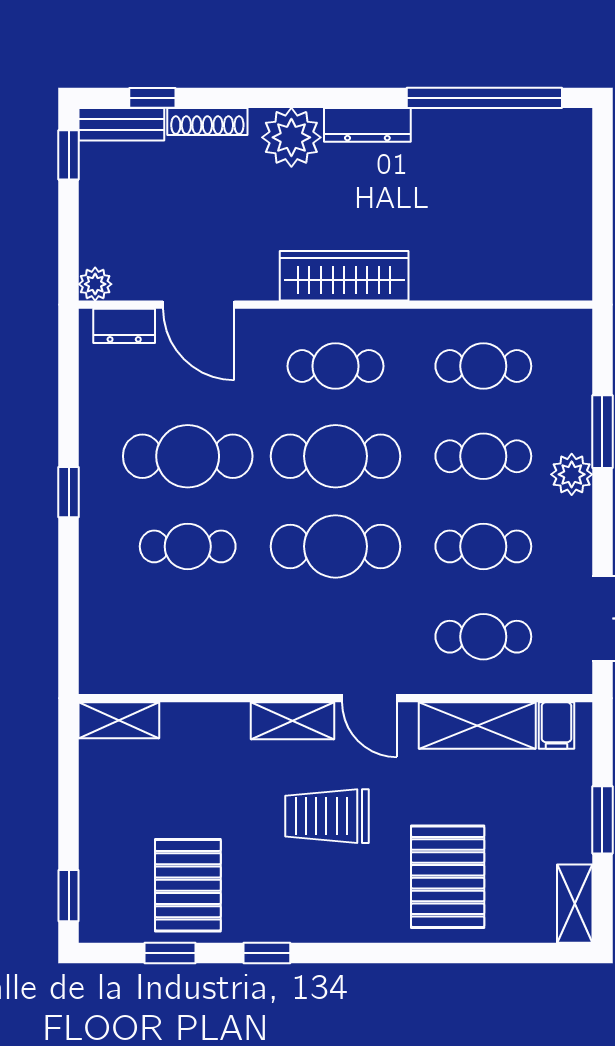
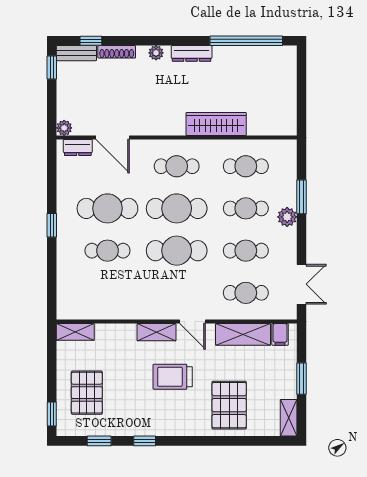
plant: (291, 137) -> (156, 53), width x0.53, depth x0.53
wardrobe: (344, 276) -> (216, 124), moved
pallet: (188, 885) -> (87, 393), moved

